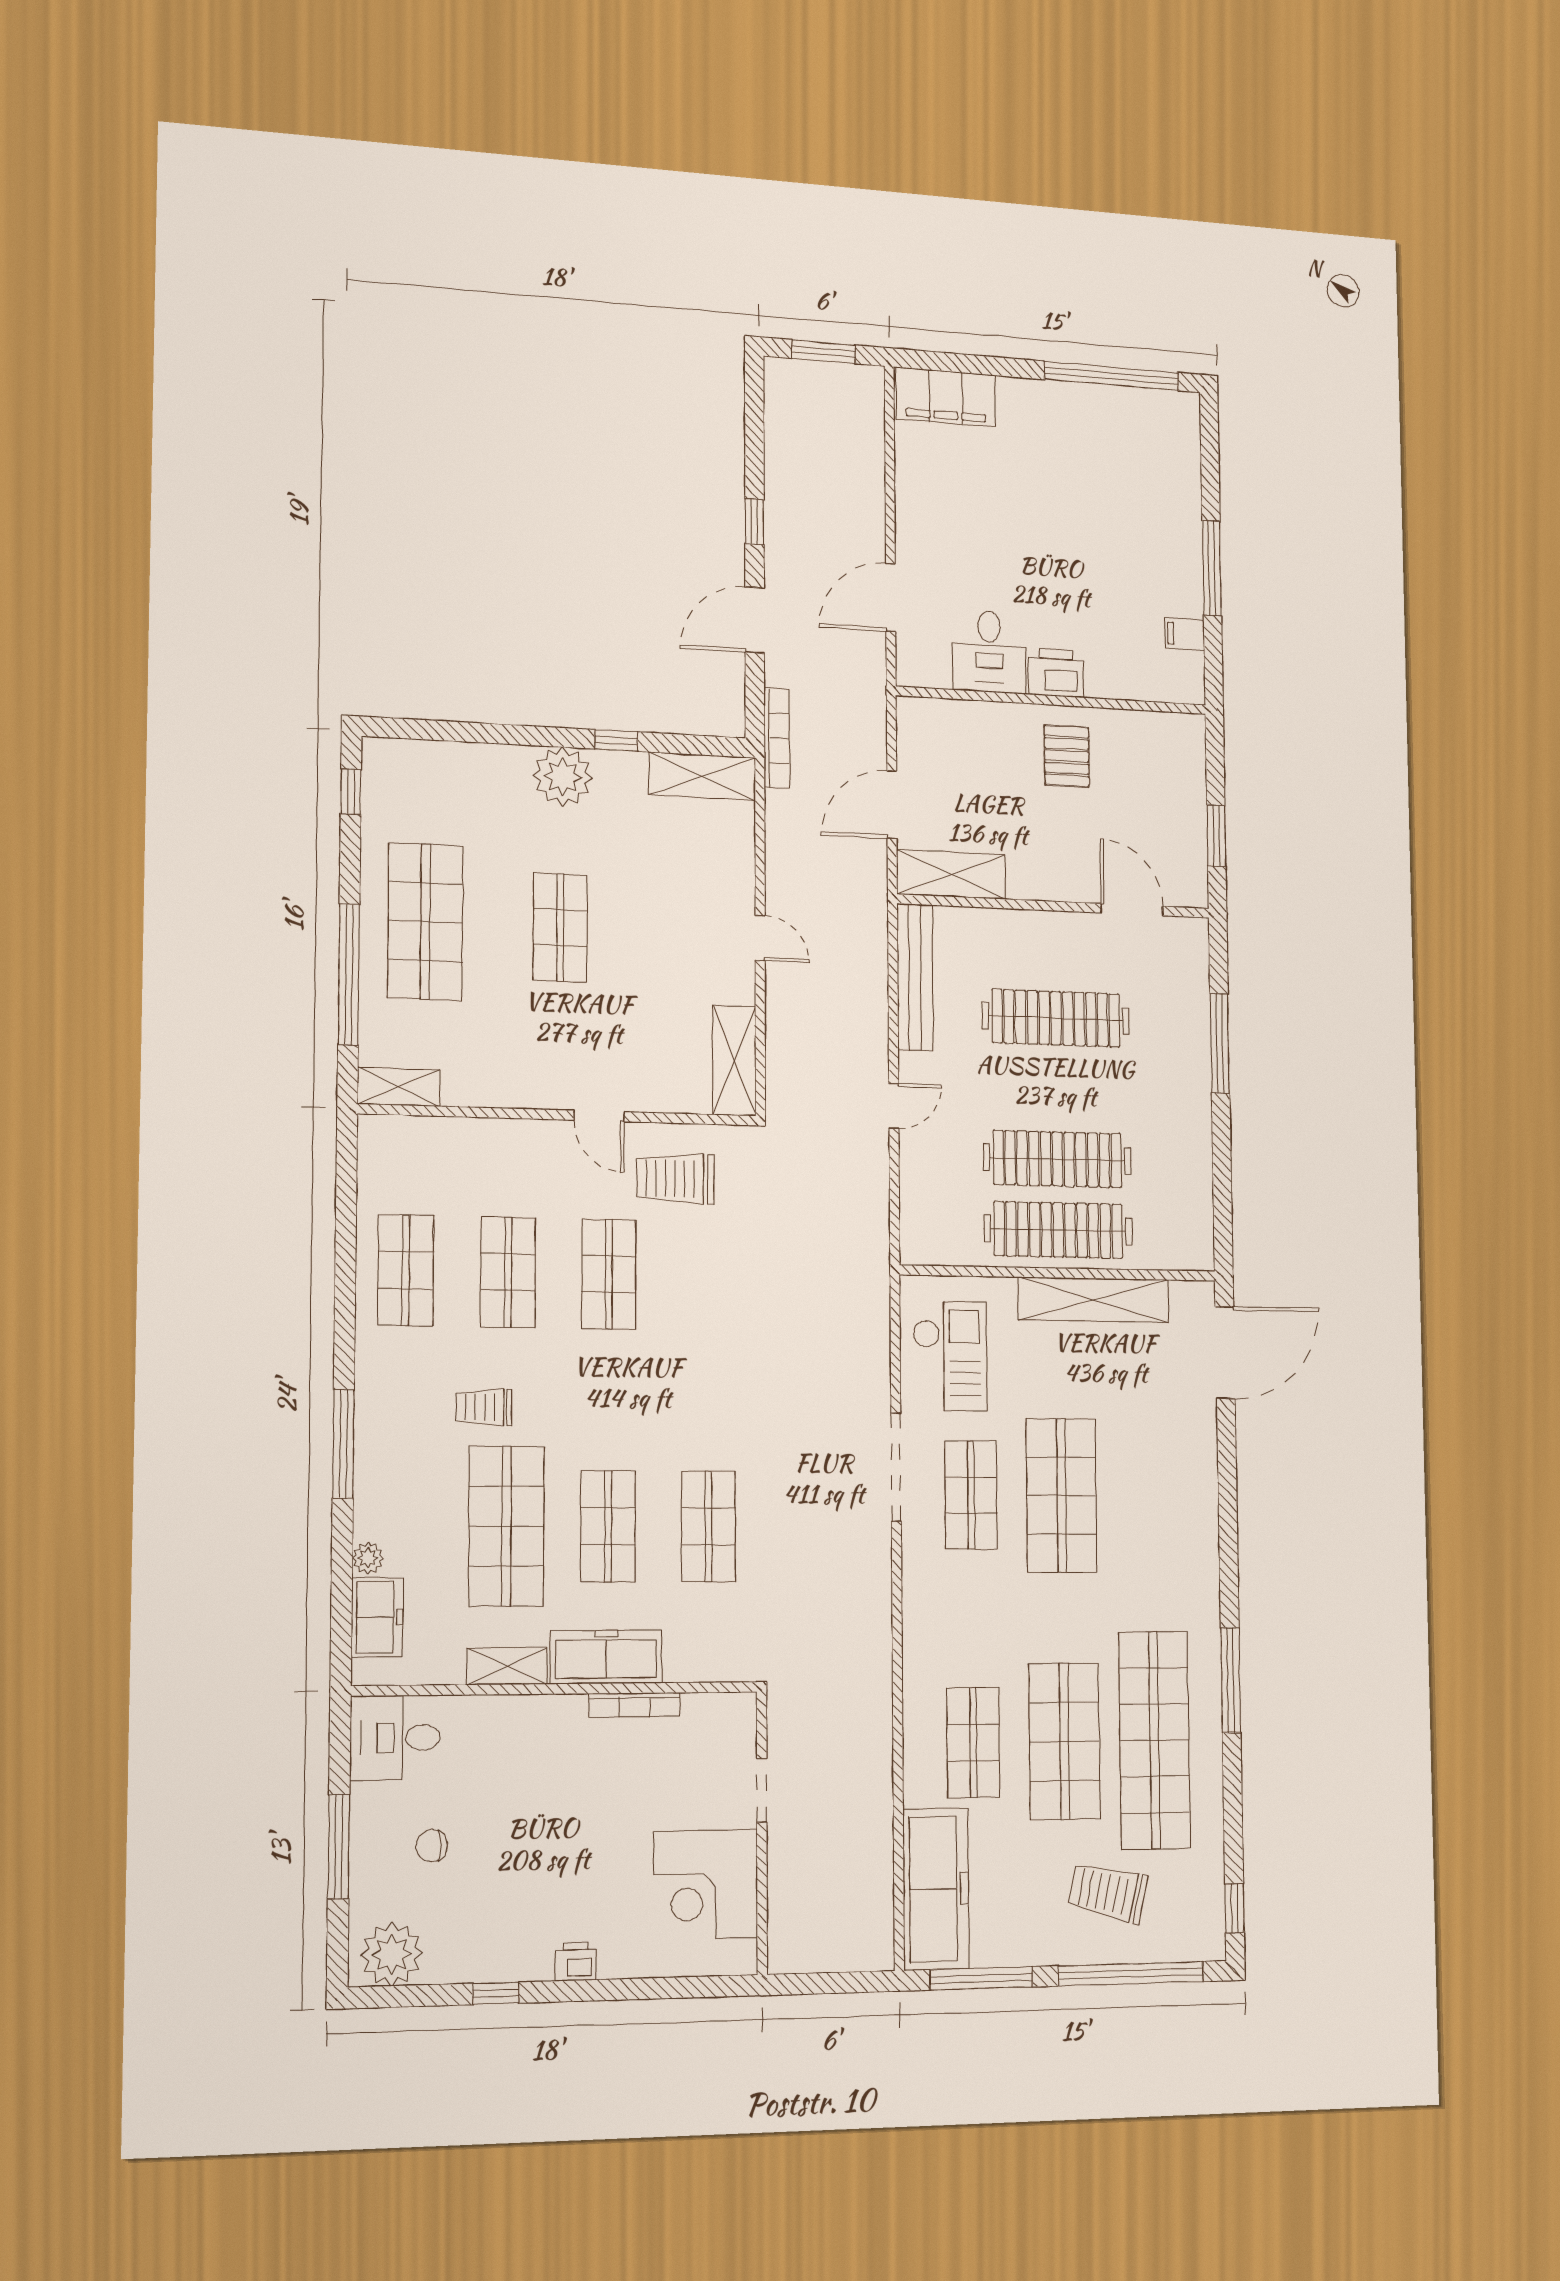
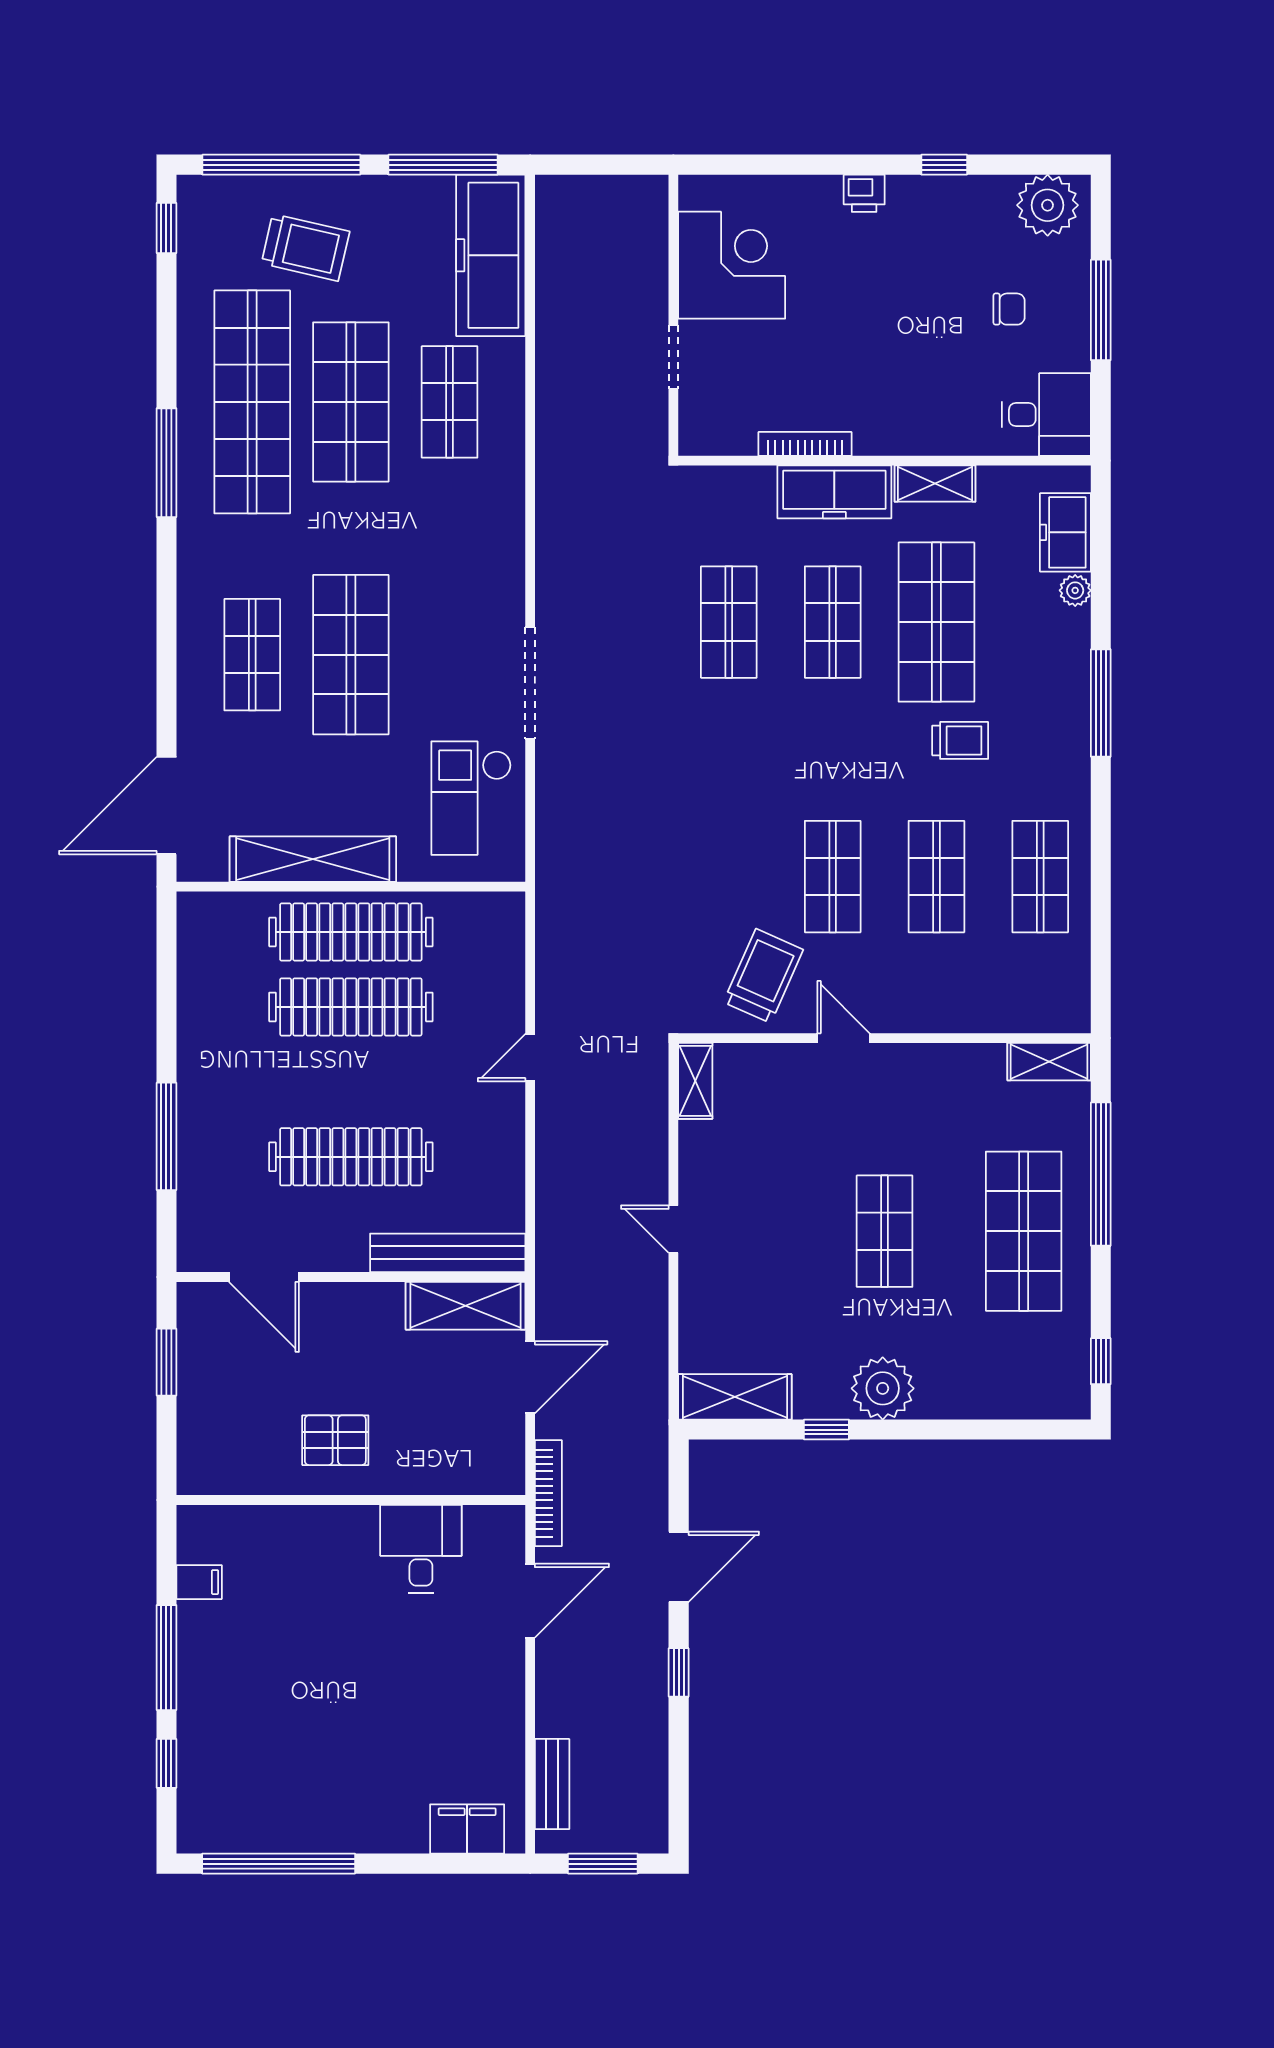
filing cabinet: (946, 397) -> (467, 1829), width x0.67, depth x0.86
bench: (870, 428) -> (552, 1784), added
window: (1210, 473) -> (166, 1763), added
printer: (1056, 673) -> (346, 1530), removed
bookcase: (777, 738) -> (548, 1493), moved, turned 180
pallet: (1067, 756) -> (335, 1440), turned 90
bench: (915, 977) -> (448, 1253), moved, turned 90
shelving: (734, 1061) -> (695, 1081), width x0.67, depth x0.75
trolley: (676, 1179) -> (763, 976), turned -66
shop shelf: (971, 1495) -> (252, 655), moved

